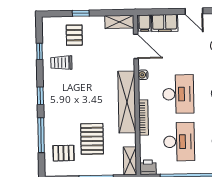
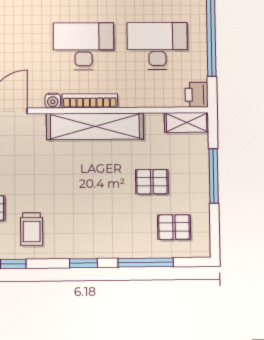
bookcase: (143, 118) -> (90, 101), moved
pallet: (92, 139) -> (152, 182), width x0.67, depth x0.71
pallet: (64, 153) -> (174, 227), turned 90

